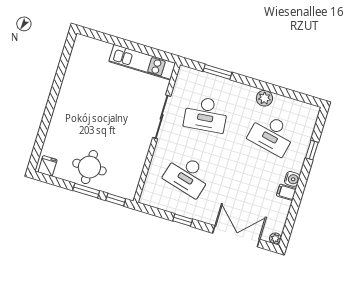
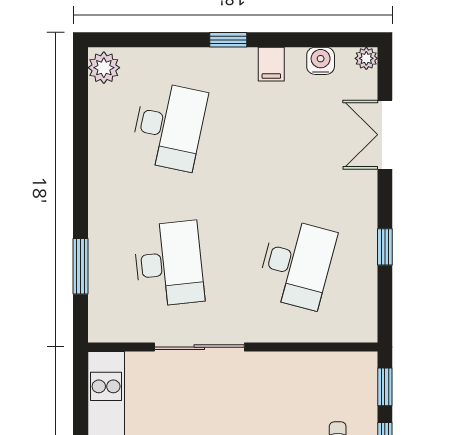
plant: (264, 98) -> (104, 68), moved
window: (312, 150) -> (228, 40), moved
water cooler: (292, 179) -> (321, 61), moved
double door: (236, 236) -> (385, 135), width x0.73

